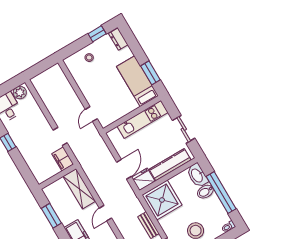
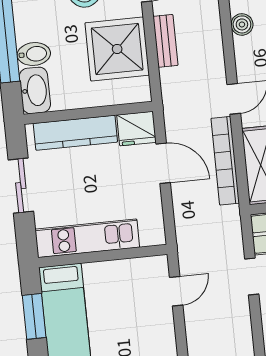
door: (124, 169) -> (163, 163), swing flipped
bookcase: (96, 183) -> (225, 161), added
shower: (162, 200) -> (117, 49), moved

